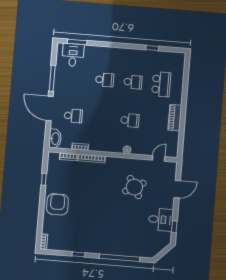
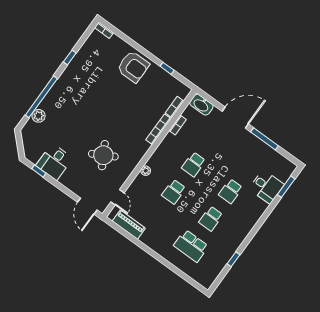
desk: (73, 55) -> (266, 187), moved
school desk: (73, 116) -> (193, 164), moved
piano: (175, 118) -> (129, 225), moved
door: (177, 189) -> (87, 206), moved
plant: (135, 251) -> (39, 116), added

